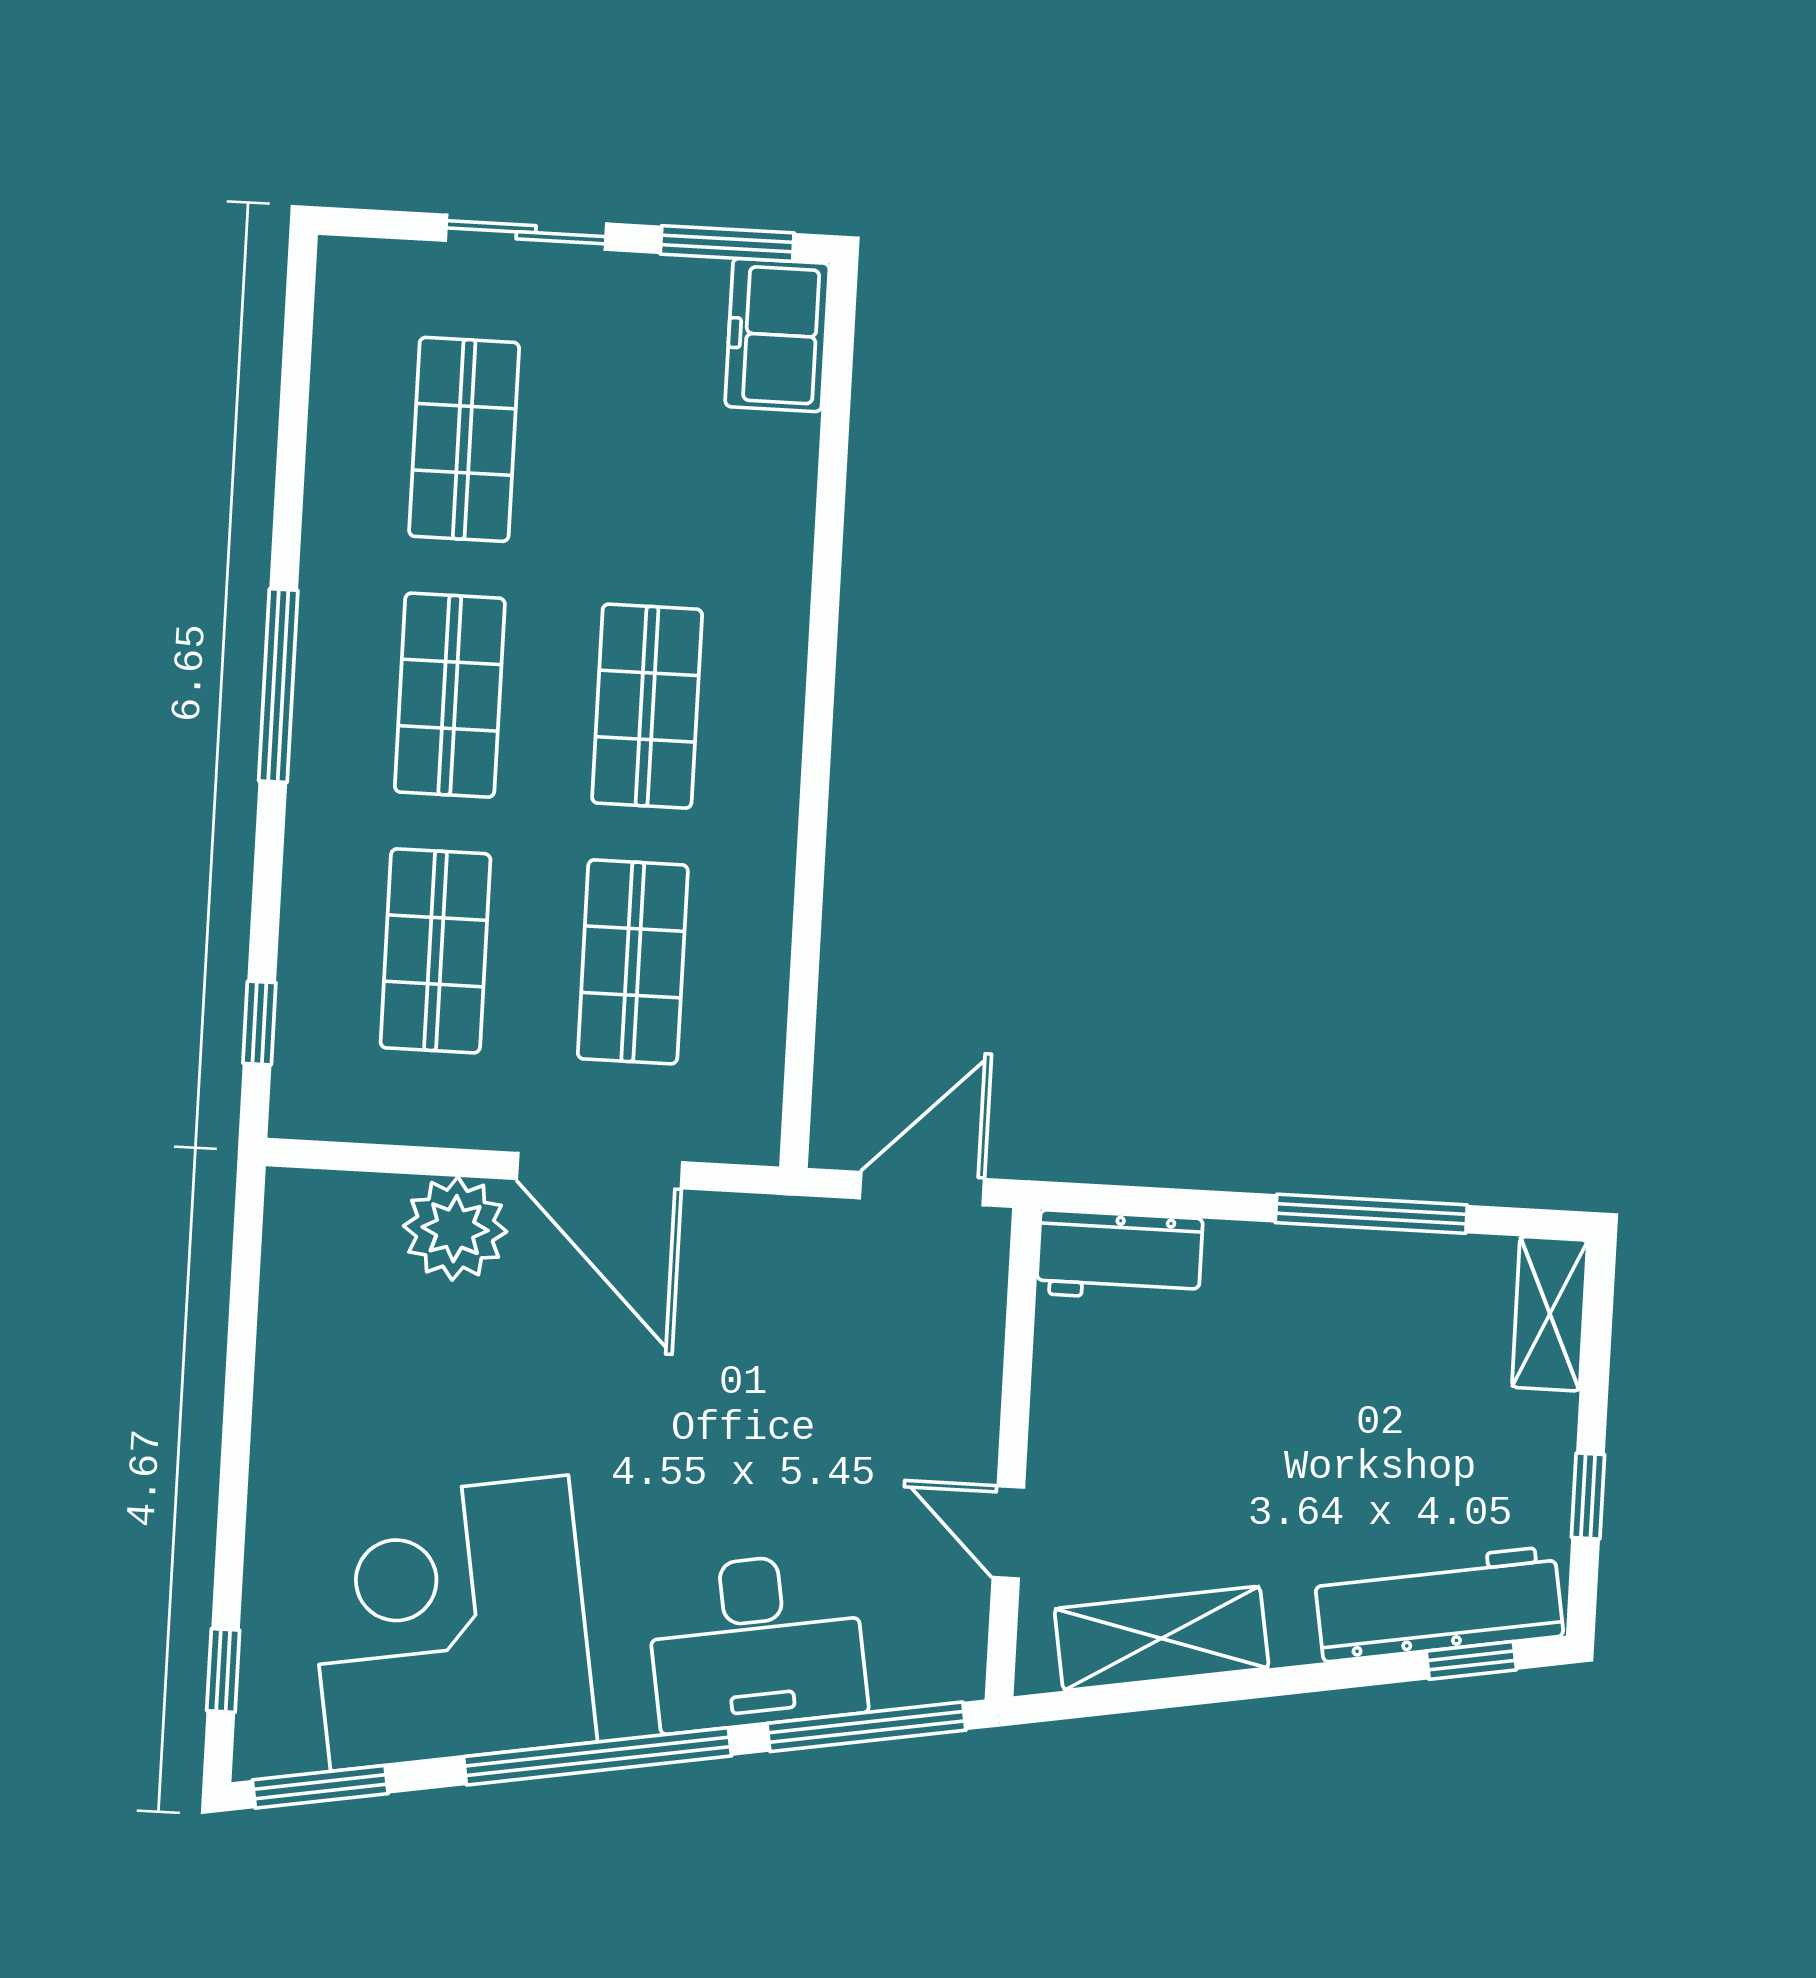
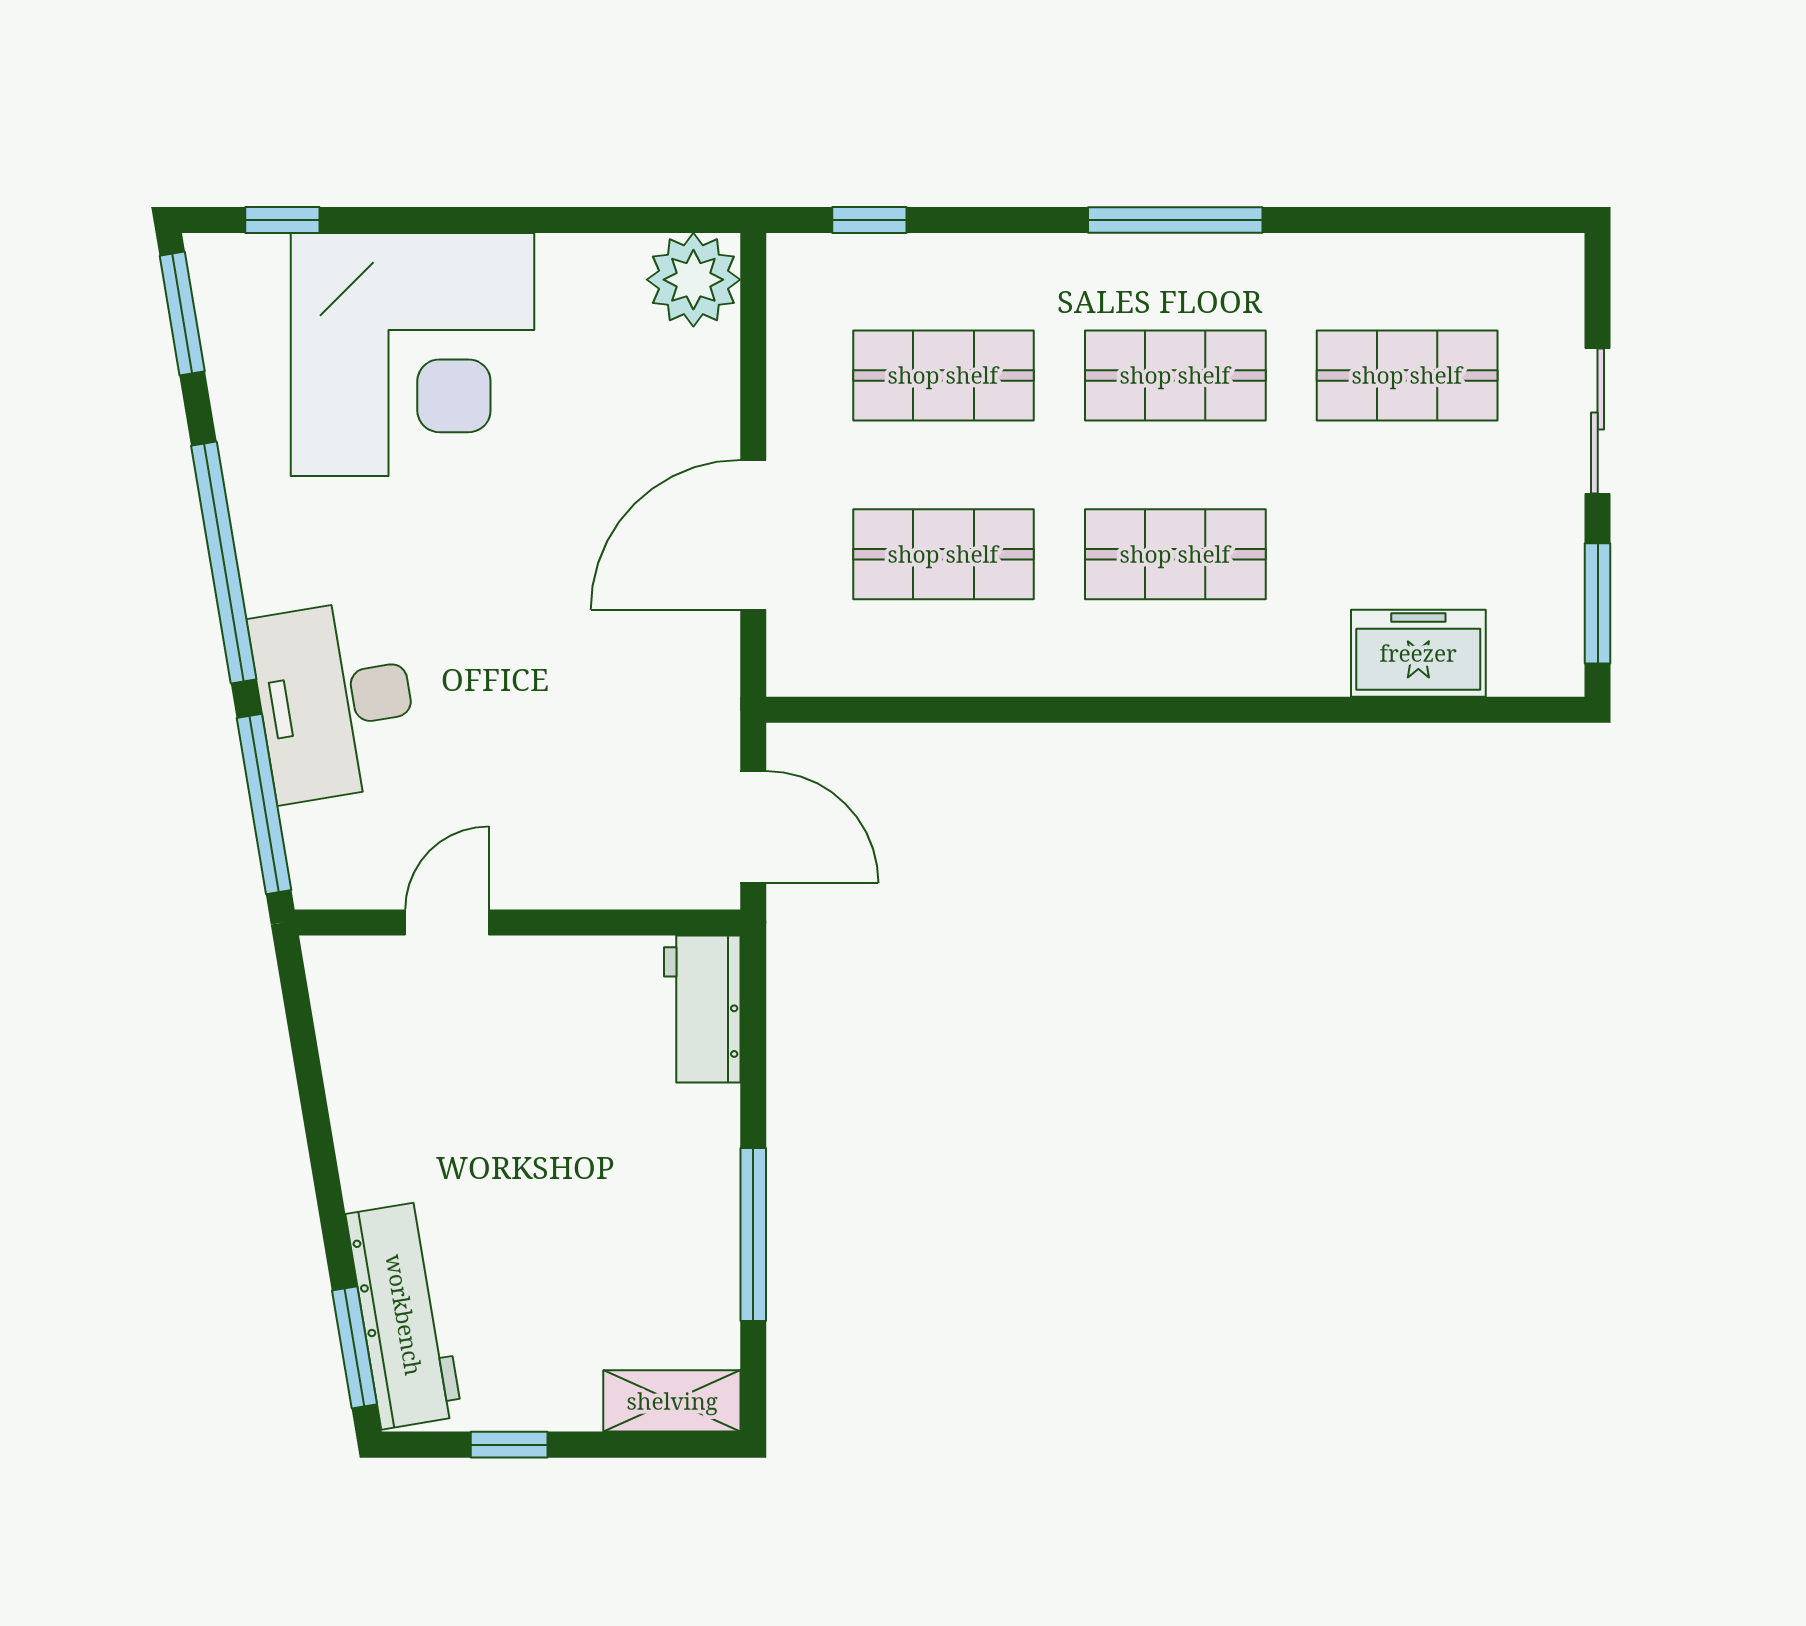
freezer: (777, 335) -> (1418, 653), moved
plant: (455, 1229) -> (693, 280), moved
corner desk: (450, 1623) -> (413, 354), moved, turned 99
shelving: (1162, 1638) -> (359, 1066), removed
window: (1471, 1660) -> (355, 1347), width x1.50

